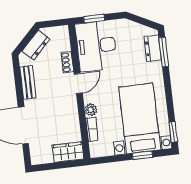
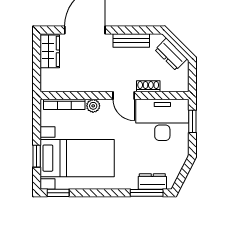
bookcase: (92, 129) -> (64, 104), width x1.56
wardrobe: (68, 152) -> (50, 51), moved

